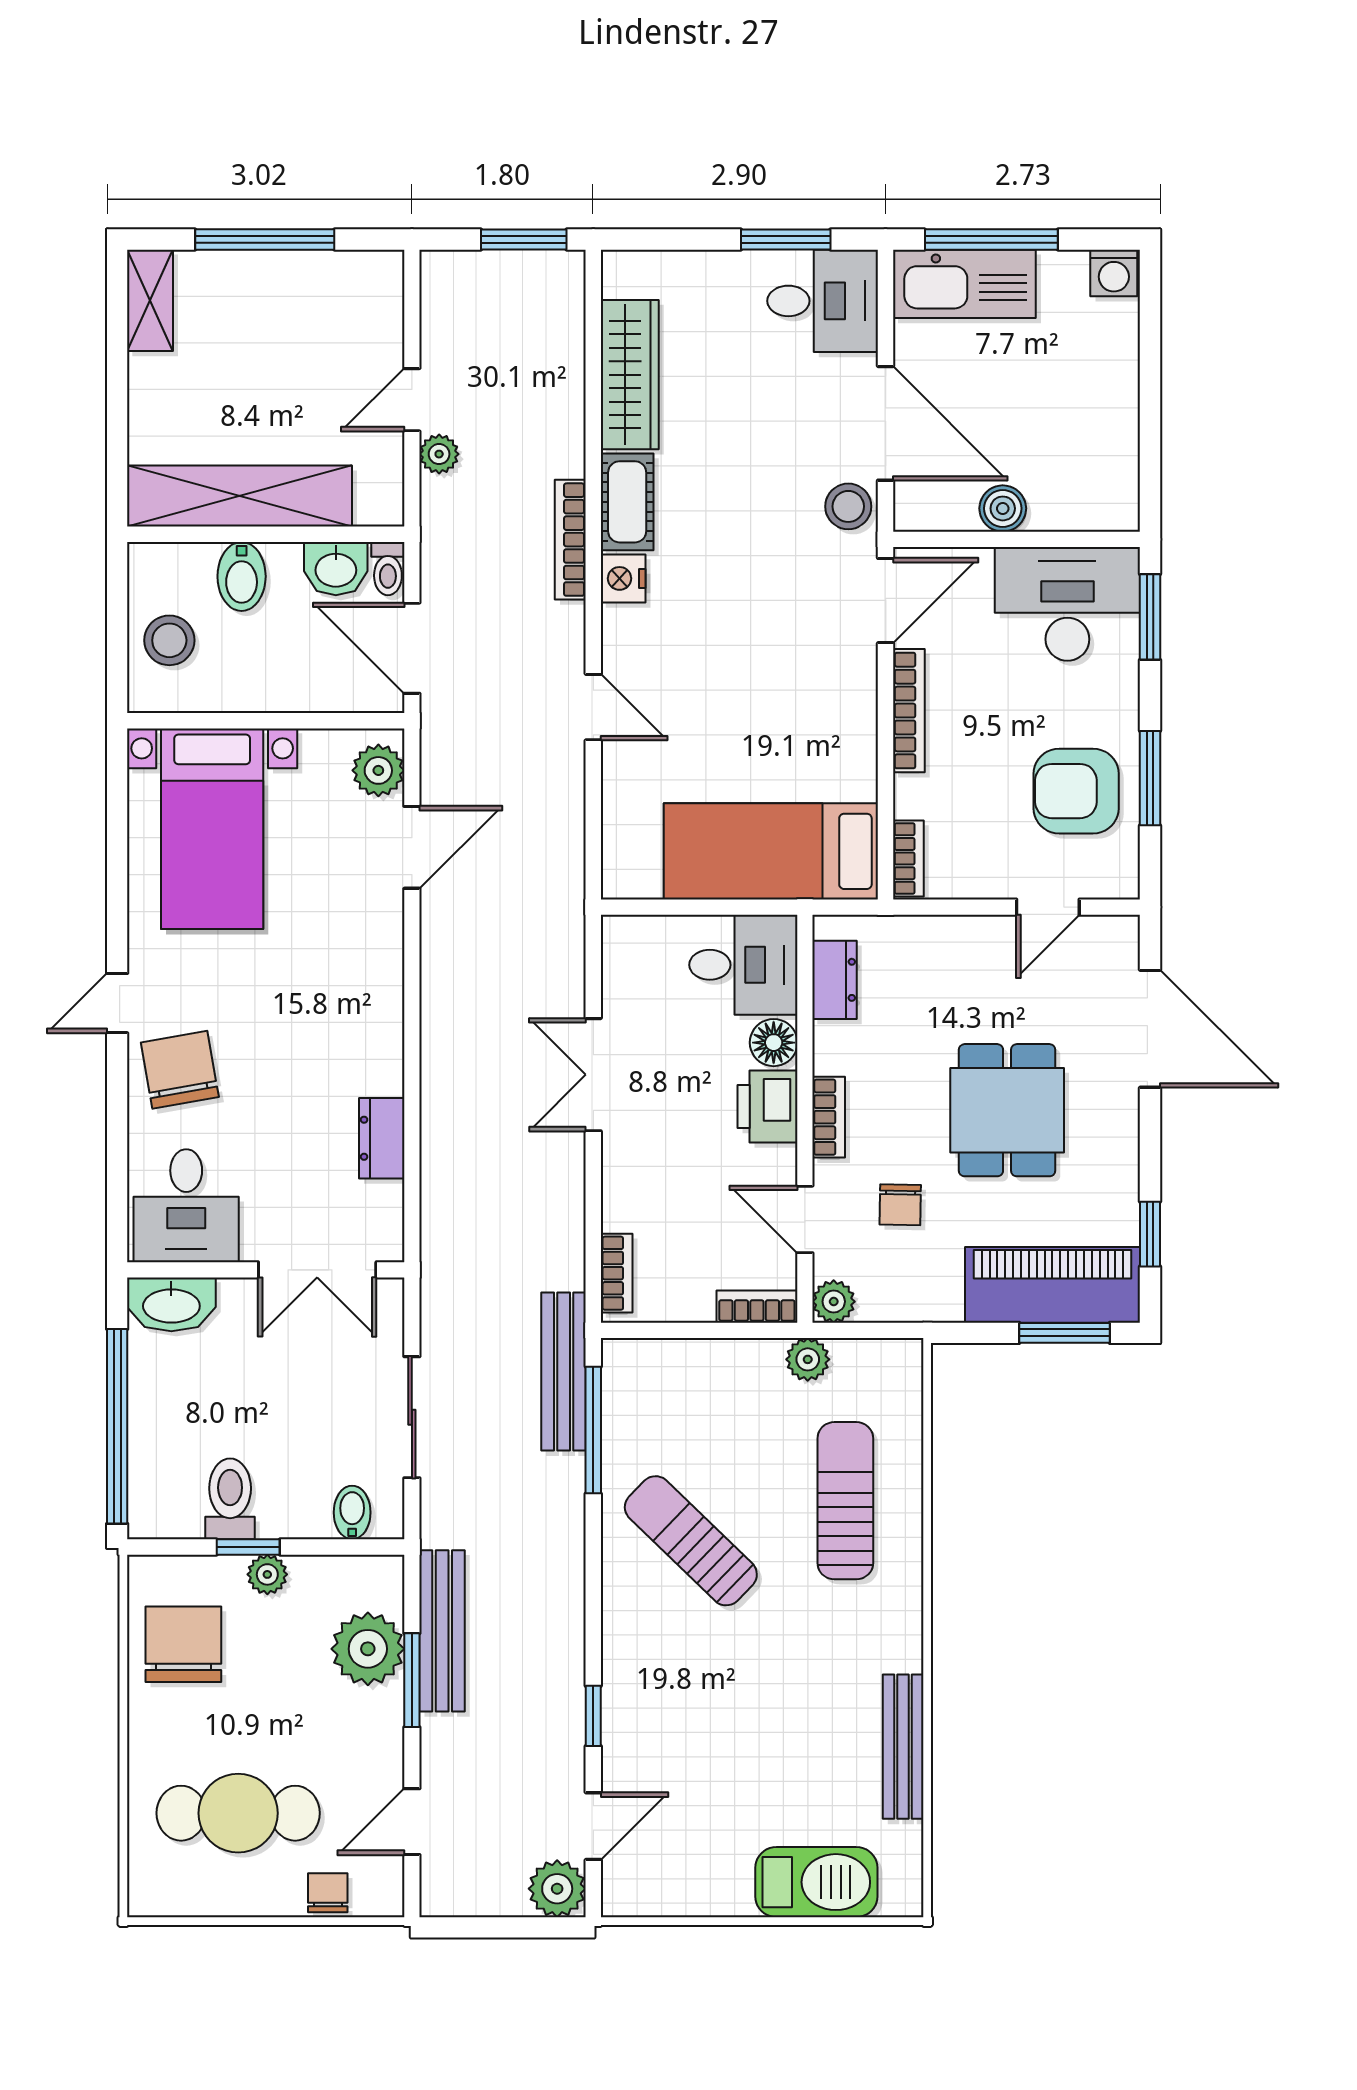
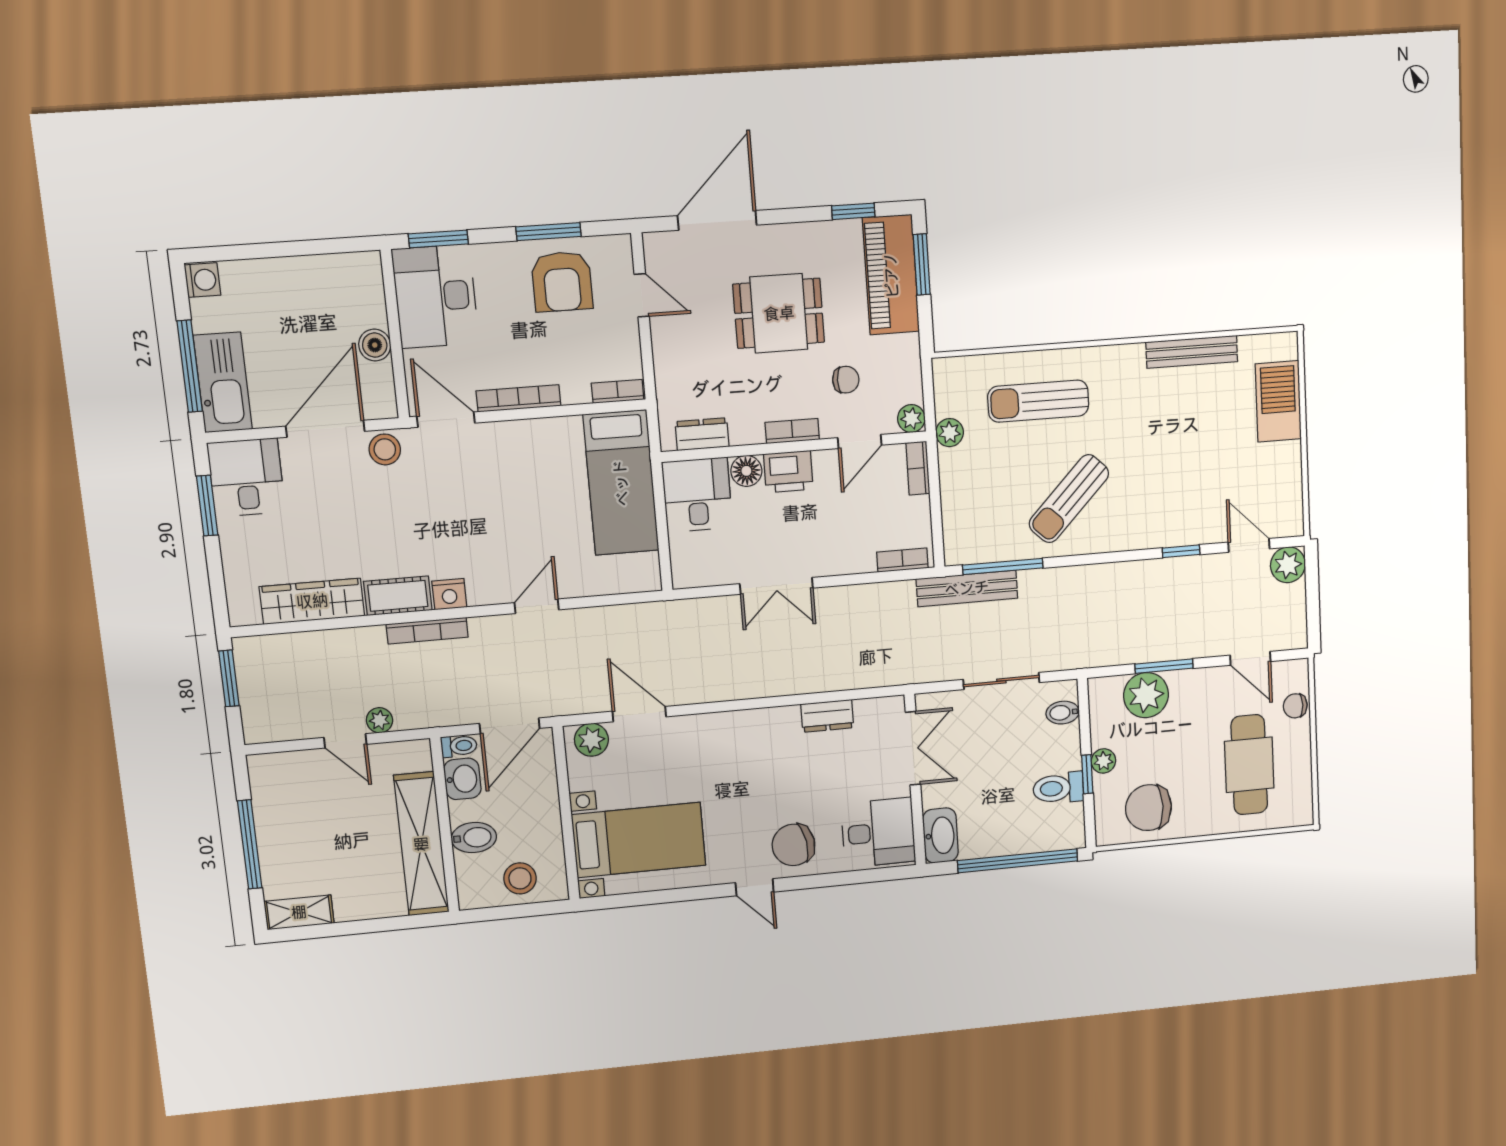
bench: (442, 1631) -> (1133, 650), removed

